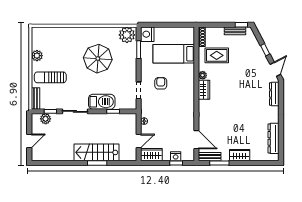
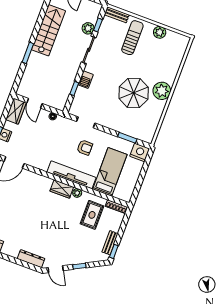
plant: (127, 35) -> (162, 91), moved
tv unit: (189, 86) -> (71, 175), added
barbecue: (102, 102) -> (86, 80), width x0.53, depth x0.65
plant: (46, 119) -> (88, 28), moved
stairs: (96, 152) -> (48, 30), moved

